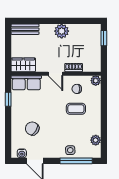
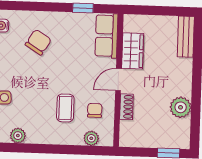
plant: (62, 31) -> (181, 107), moved
wardrobe: (23, 65) -> (133, 51), moved
plant: (96, 81) -> (91, 138), moved

